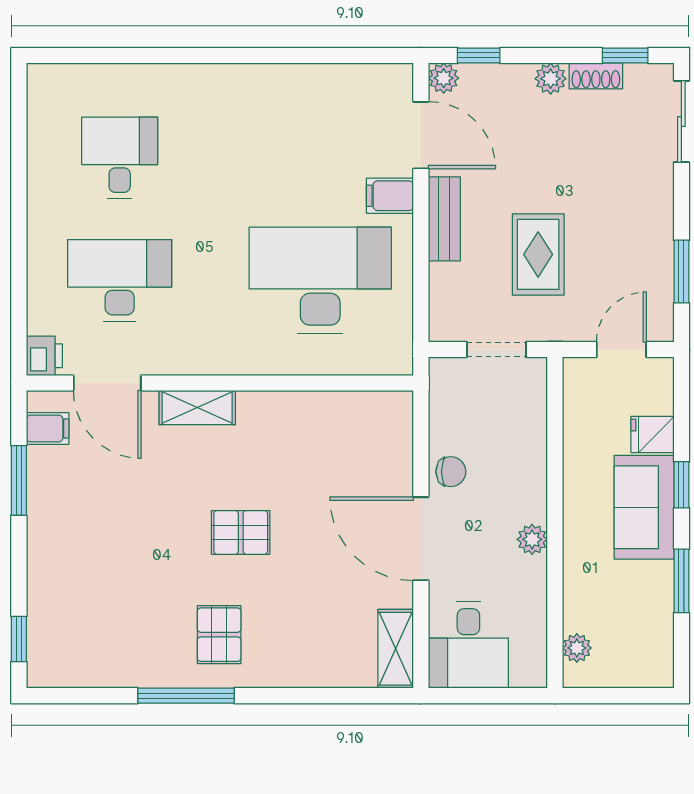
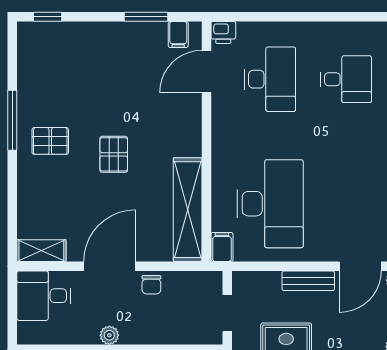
filing cabinet: (390, 196) -> (222, 247), moved
shelving: (197, 408) -> (188, 210), moved, width x2.20, depth x1.33

